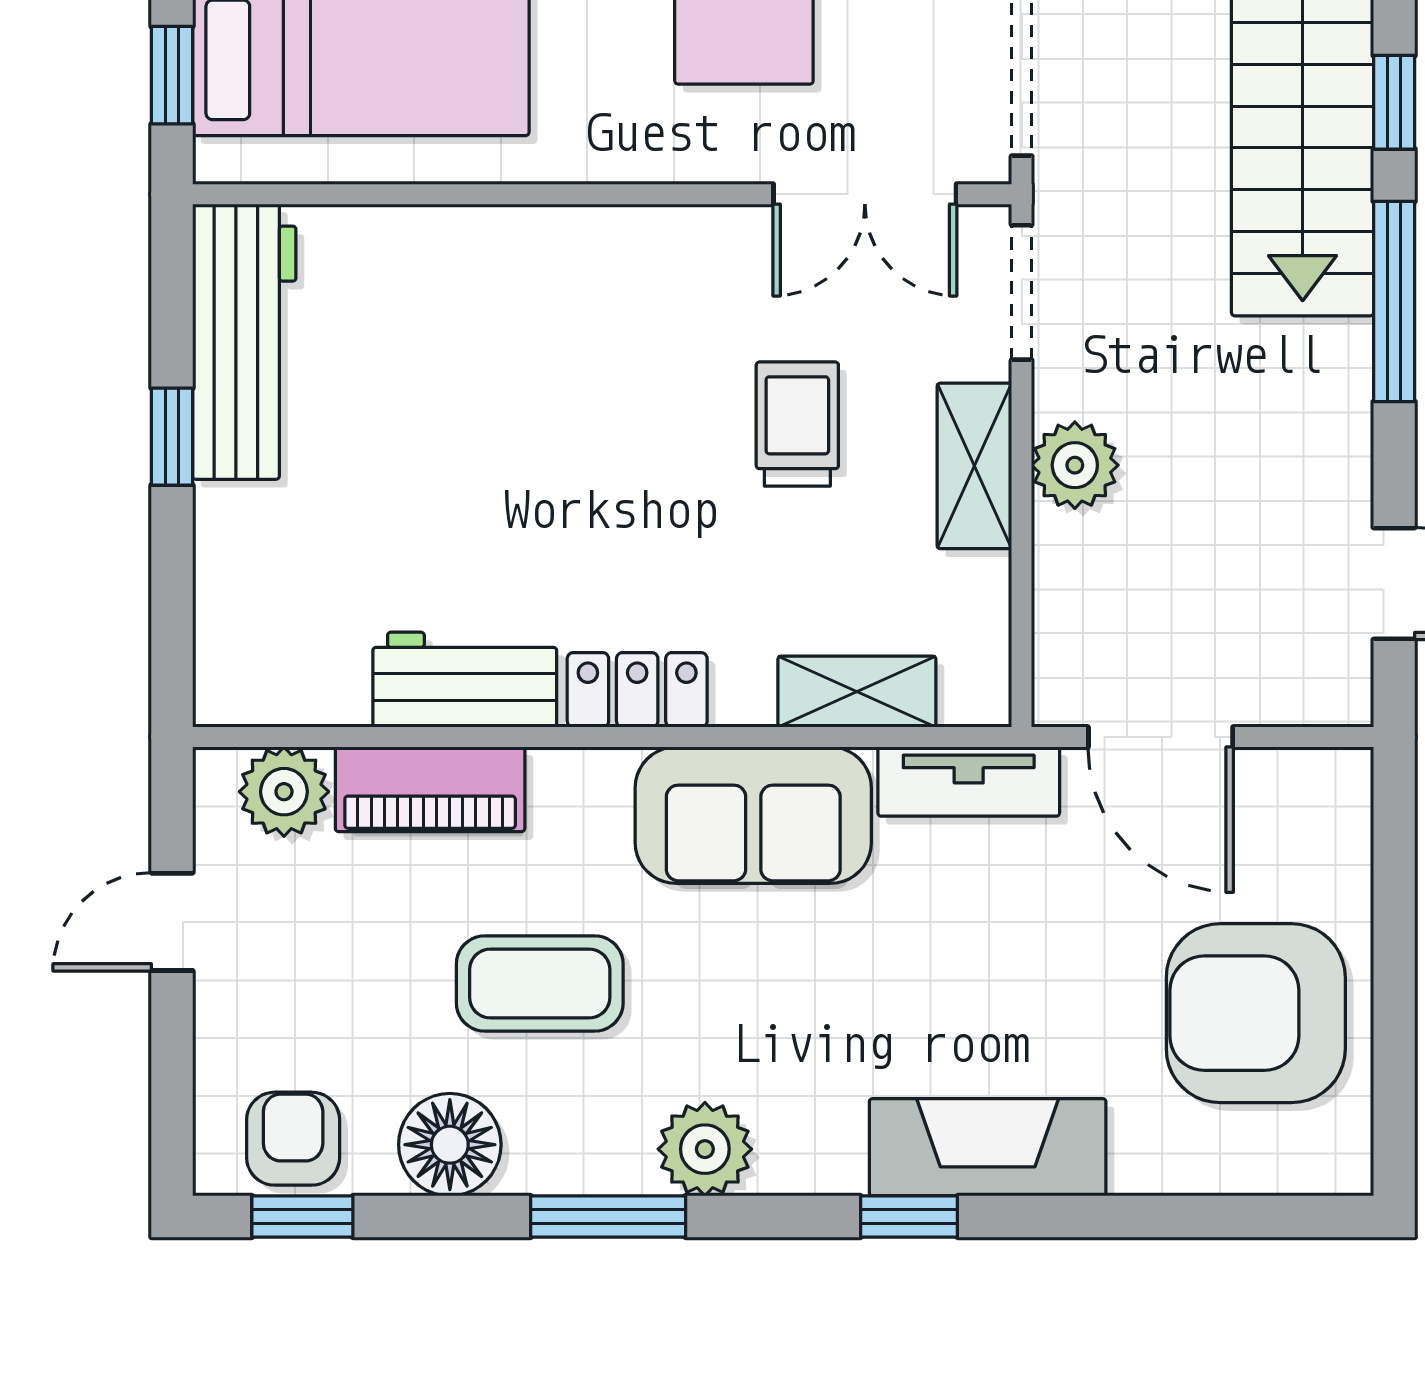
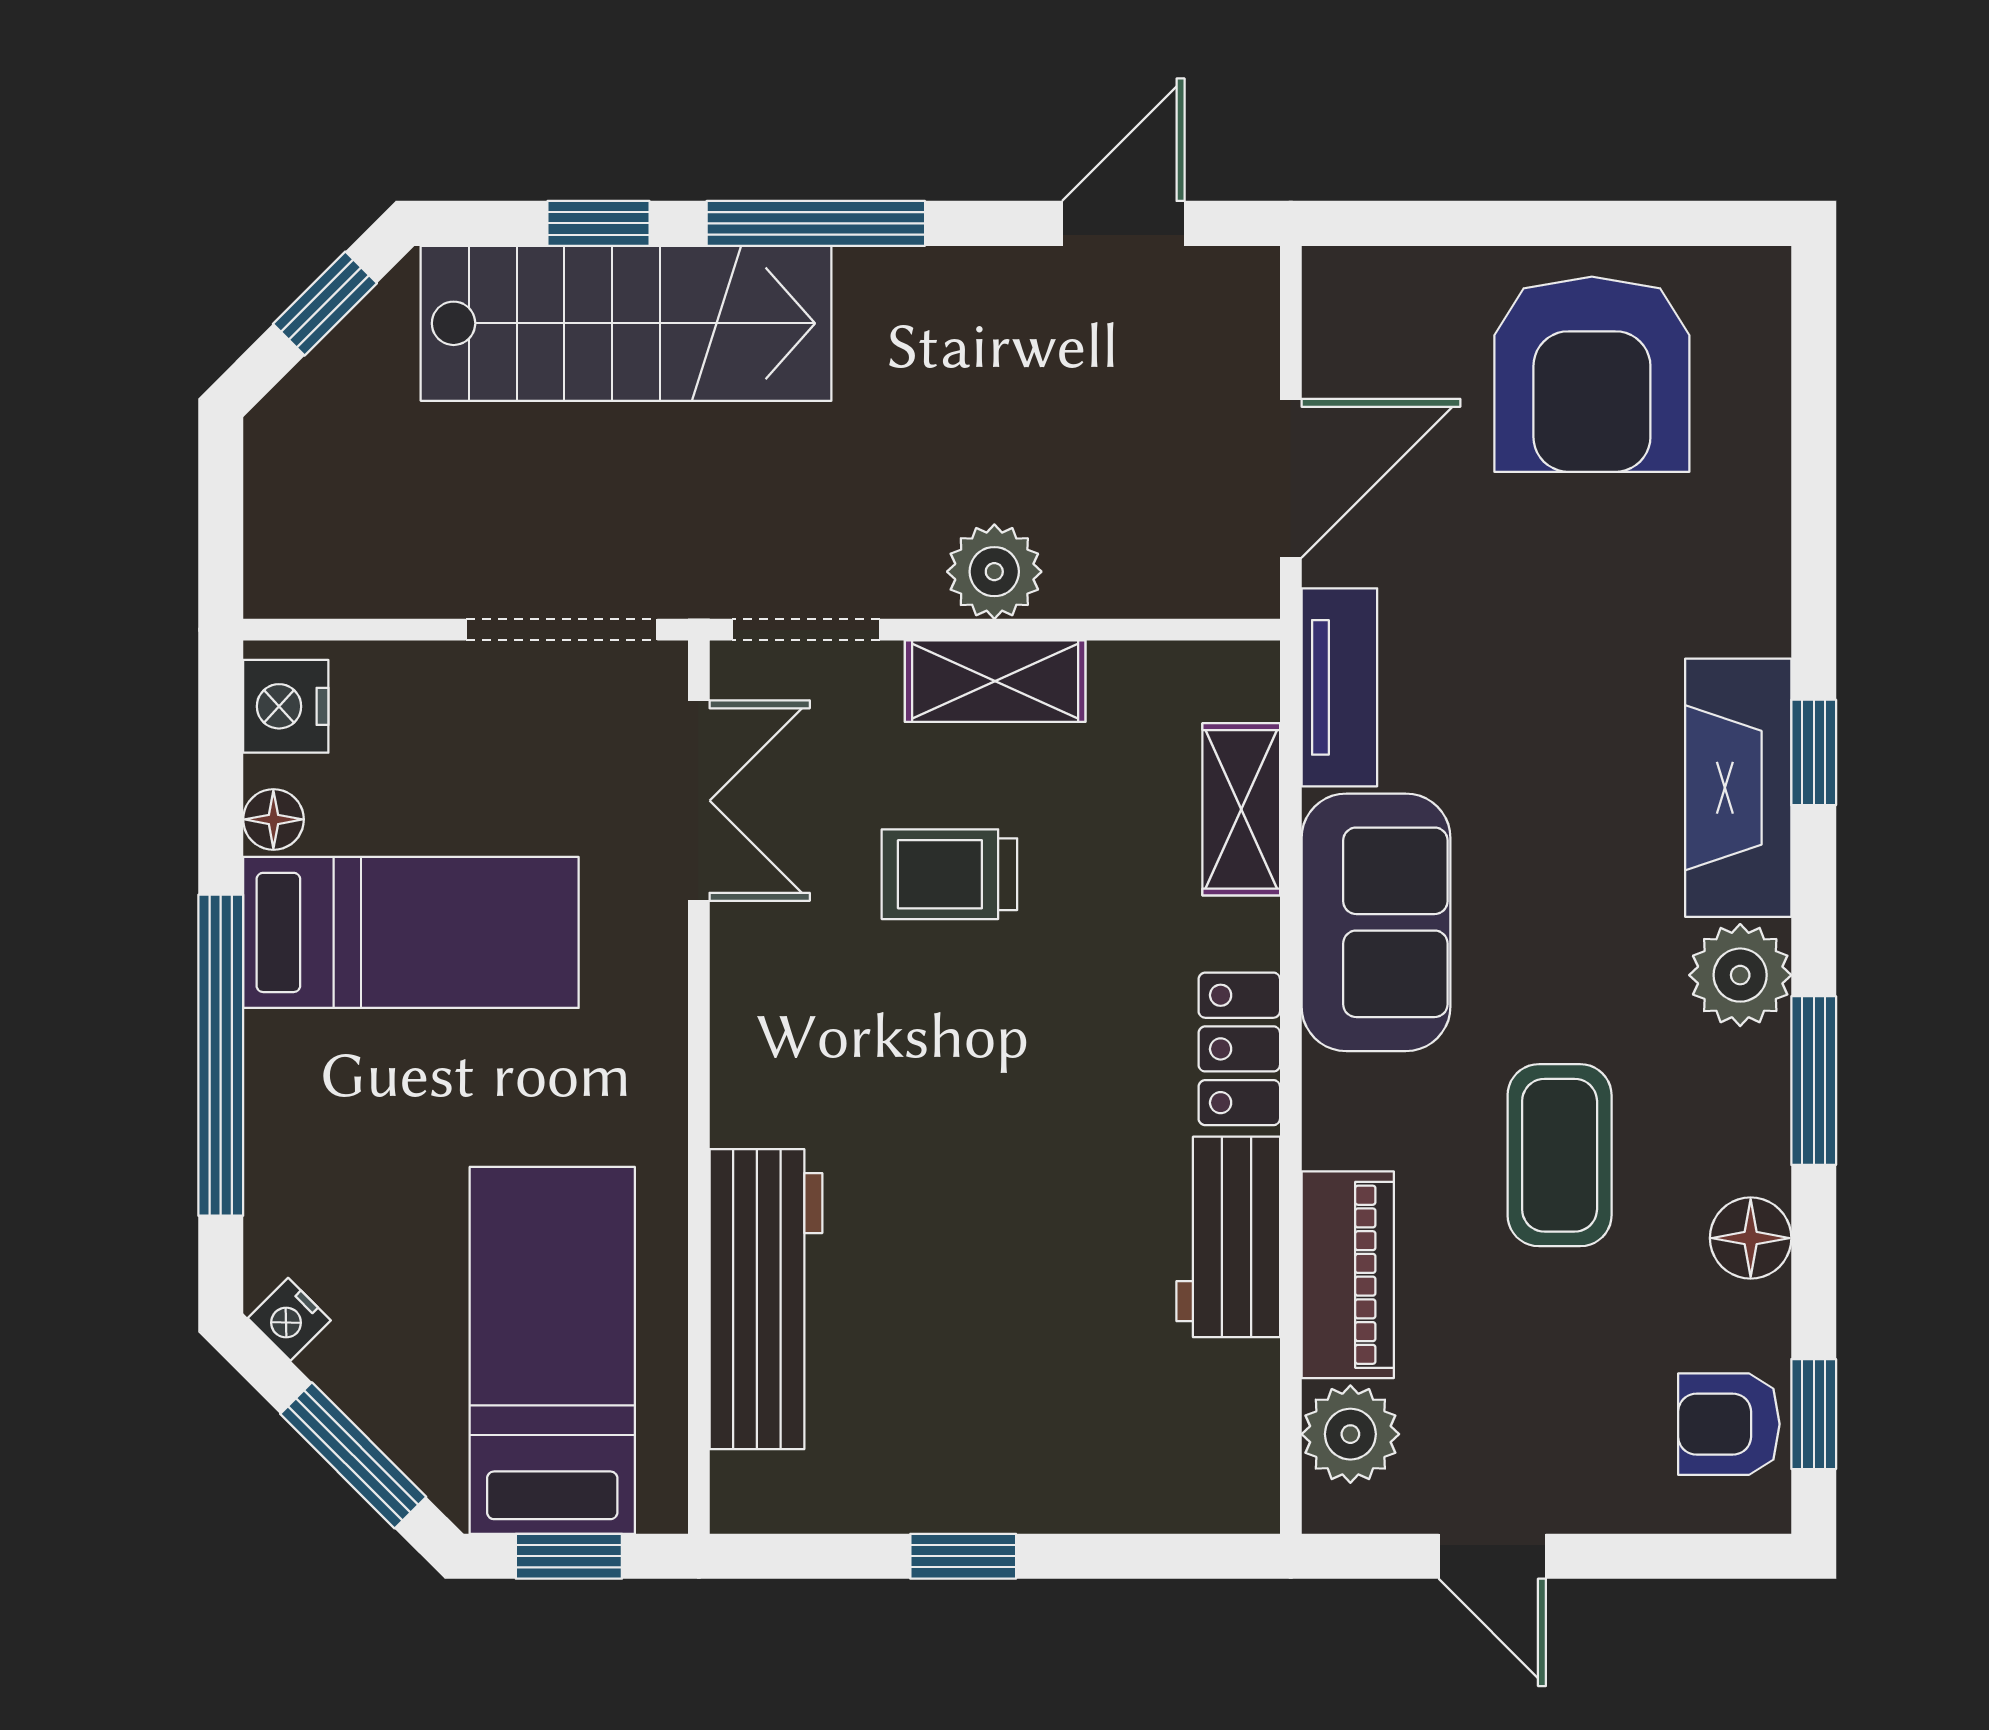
workbench: (244, 342) -> (766, 1299), moved, turned 90
floor lamp: (450, 1145) -> (1751, 1238), width x0.73, depth x0.73
fireplace: (988, 1147) -> (1738, 788), moved

